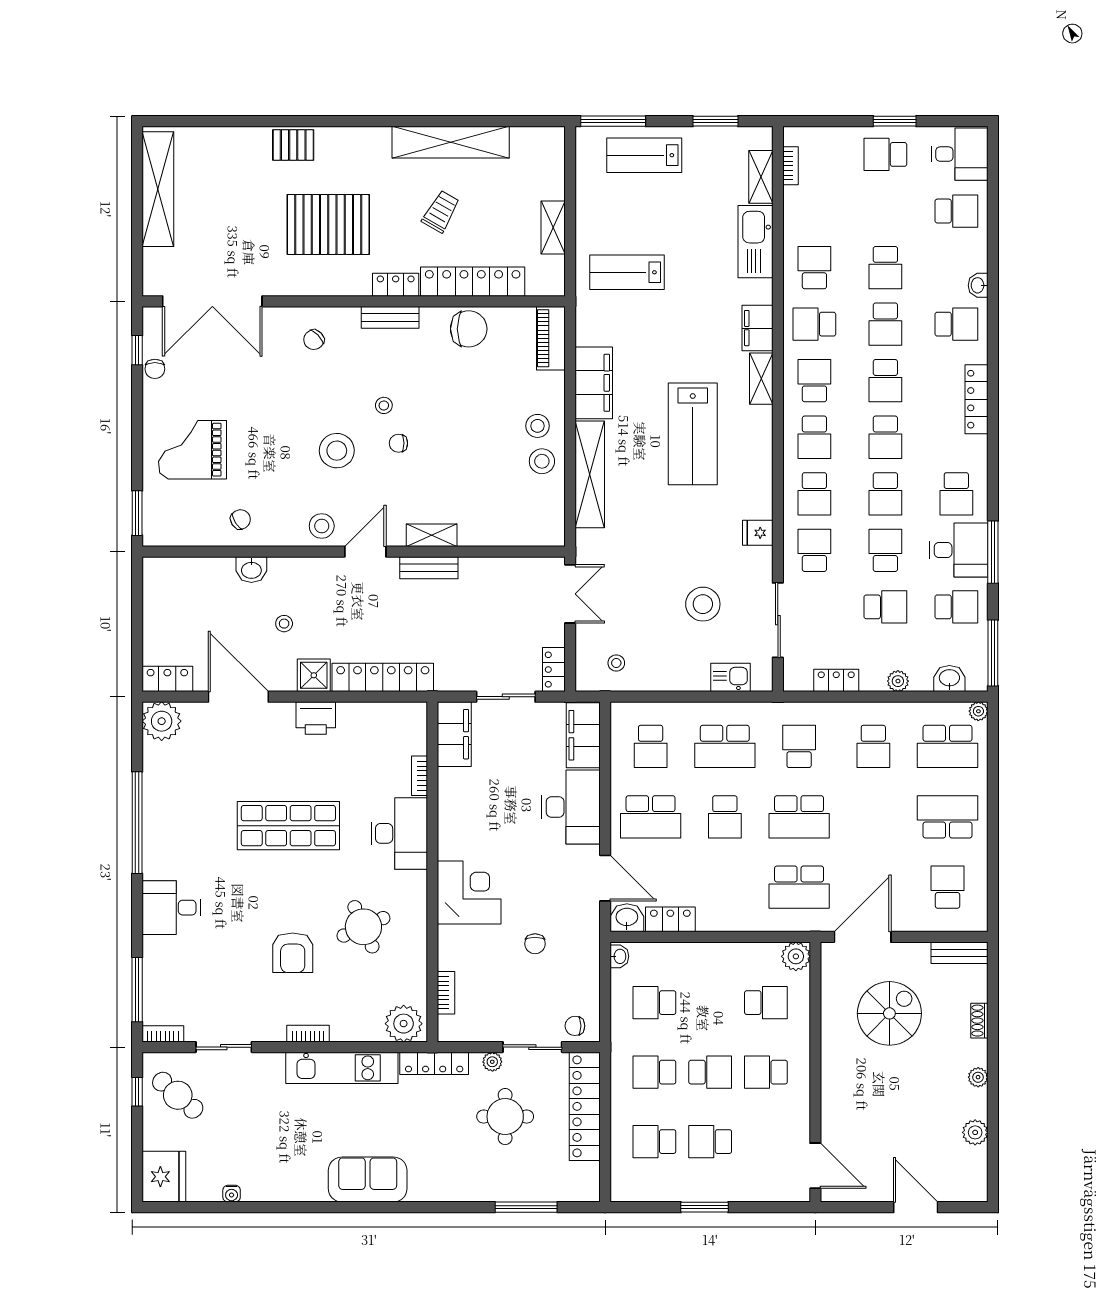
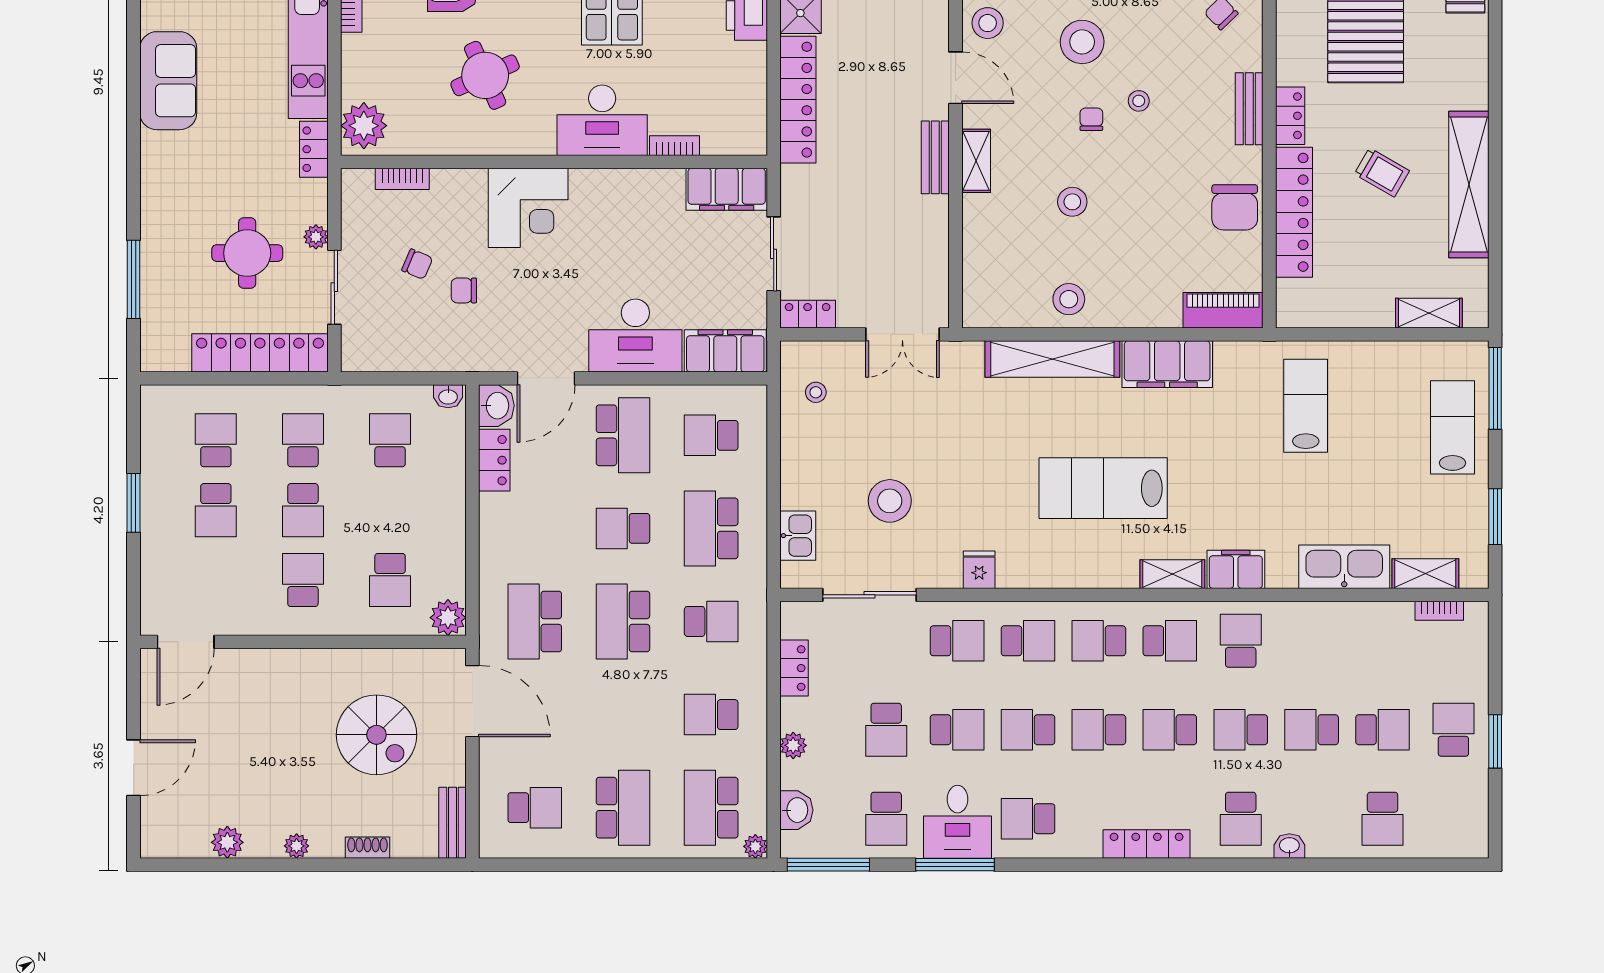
desk: (960, 154) -> (1454, 823), removed
shelving: (553, 228) -> (1429, 313), moved
school desk: (814, 268) -> (1383, 730), moved
stool: (537, 426) -> (1072, 202), moved
school desk: (814, 494) -> (1028, 641), turned 180
school desk: (651, 817) -> (623, 435), turned 180
chair: (575, 1026) -> (417, 264), moved, turned 113
locker: (434, 1063) -> (314, 149), width x0.66
school desk: (710, 1142) -> (216, 510), turned 180

